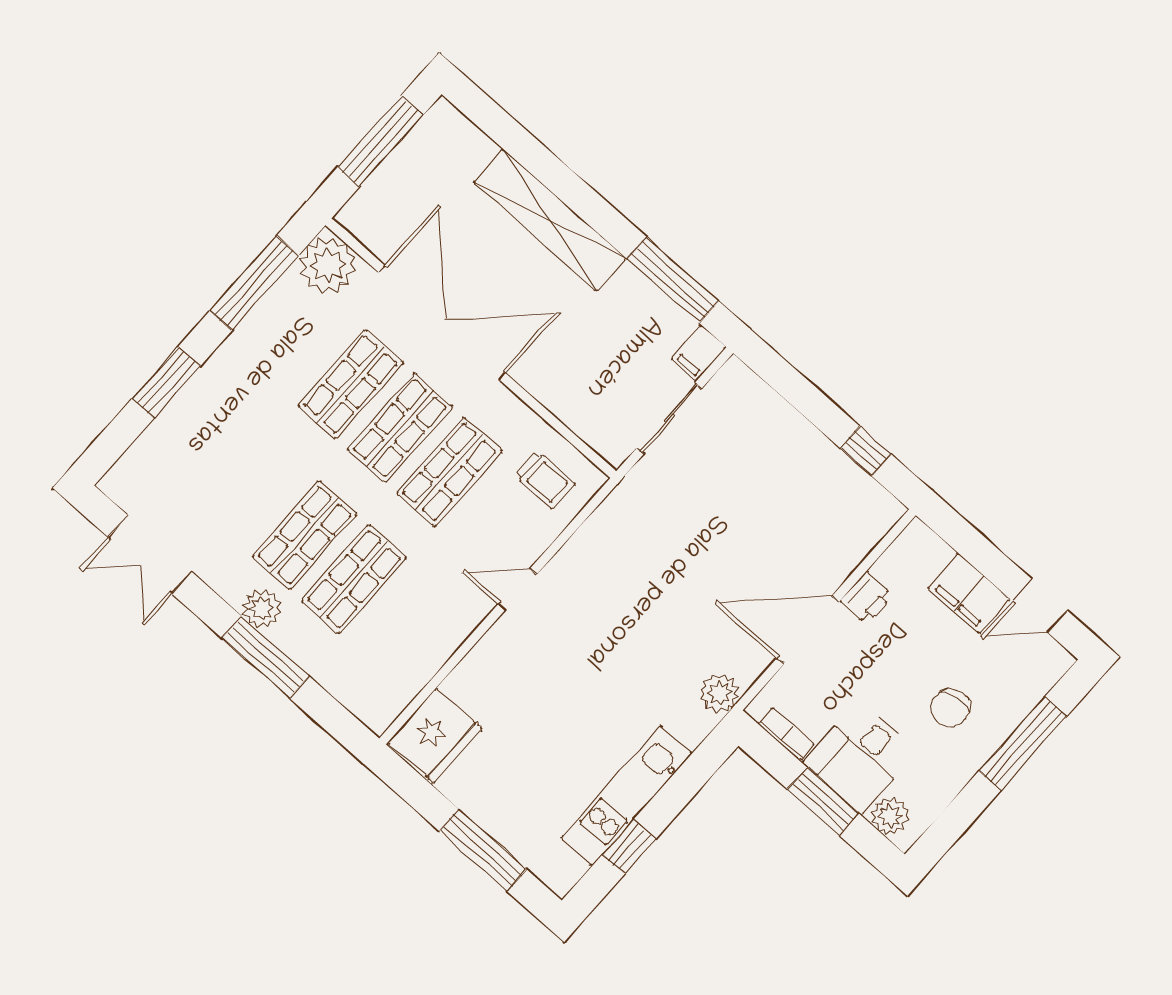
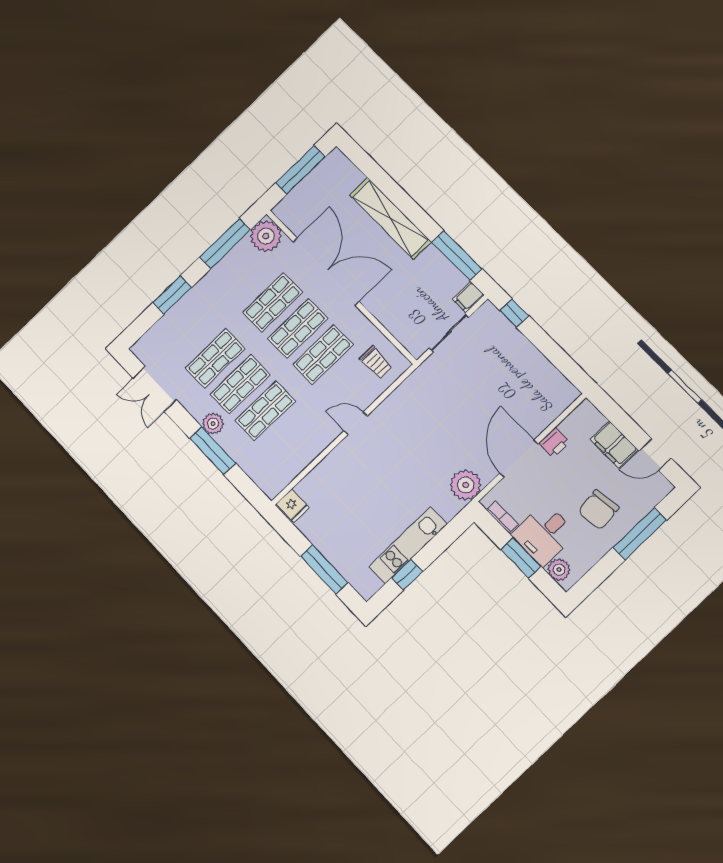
window: (865, 451) -> (514, 313), moved
shop shelf: (255, 492) -> (215, 358), added
door: (808, 630) -> (519, 459), hinge flipped
plant: (720, 693) -> (466, 485), width x1.36, depth x1.36
chair: (950, 708) -> (598, 510), width x1.37, depth x1.37
fridge: (435, 736) -> (293, 506), width x0.53, depth x0.75

